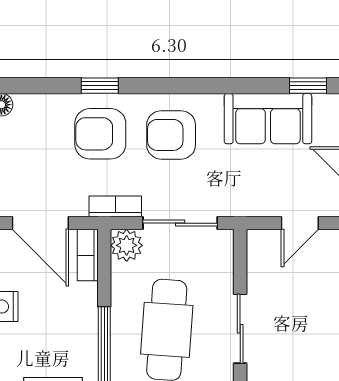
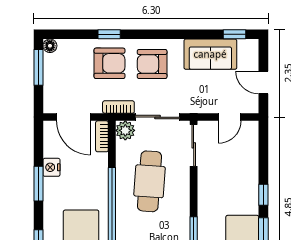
armchair: (100, 134) -> (109, 63), turned 180
sliding door: (240, 329) -> (194, 145), moved

